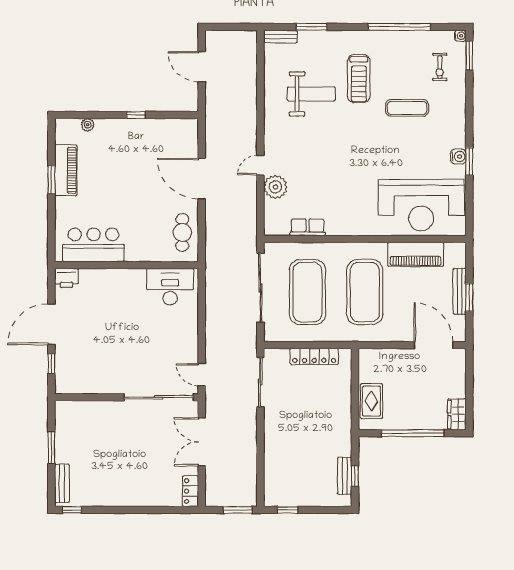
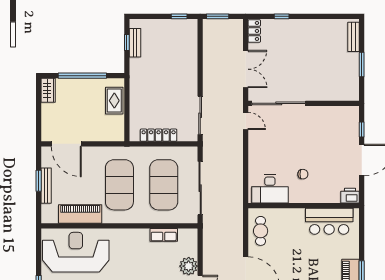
chair: (127, 306) -> (303, 174), added
window: (72, 510) -> (282, 16), moved

